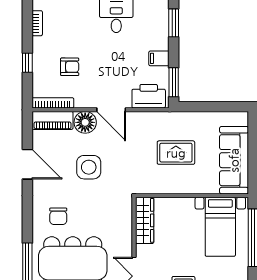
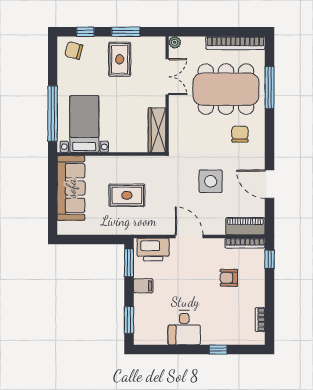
window: (27, 63) -> (270, 259), moved
floor lamp: (85, 122) -> (214, 224), removed

